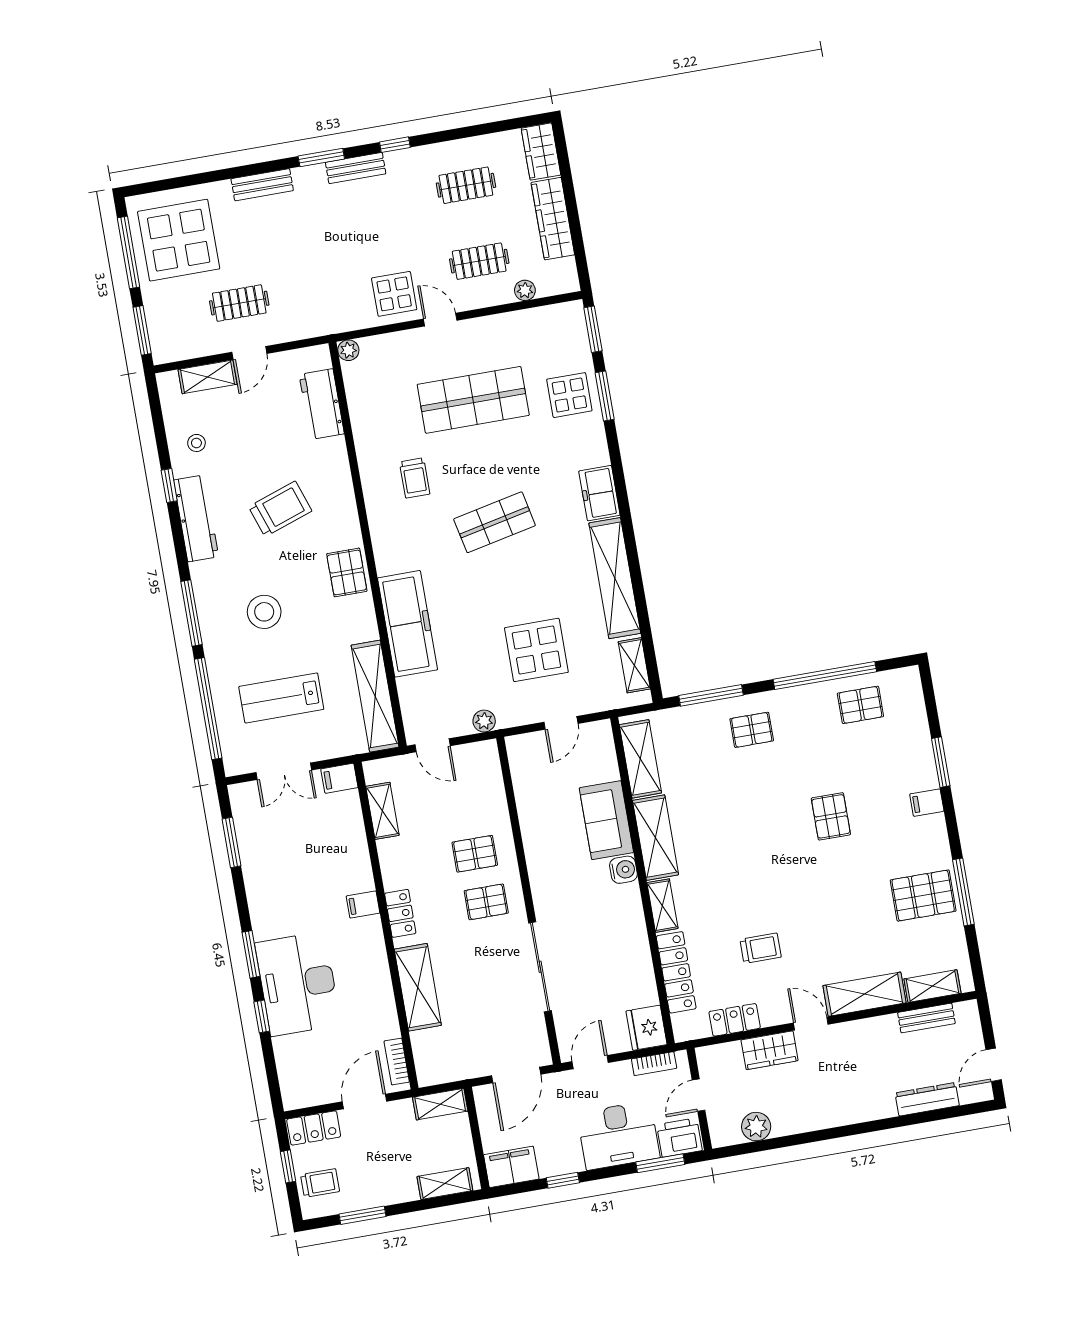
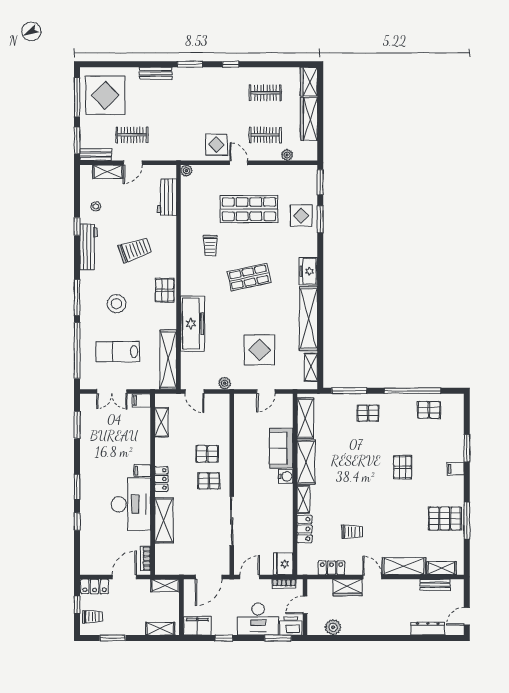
bench: (356, 168) -> (96, 155), moved
locker: (676, 972) -> (304, 529), width x0.66
desk: (298, 984) -> (131, 504), moved, turned 180

